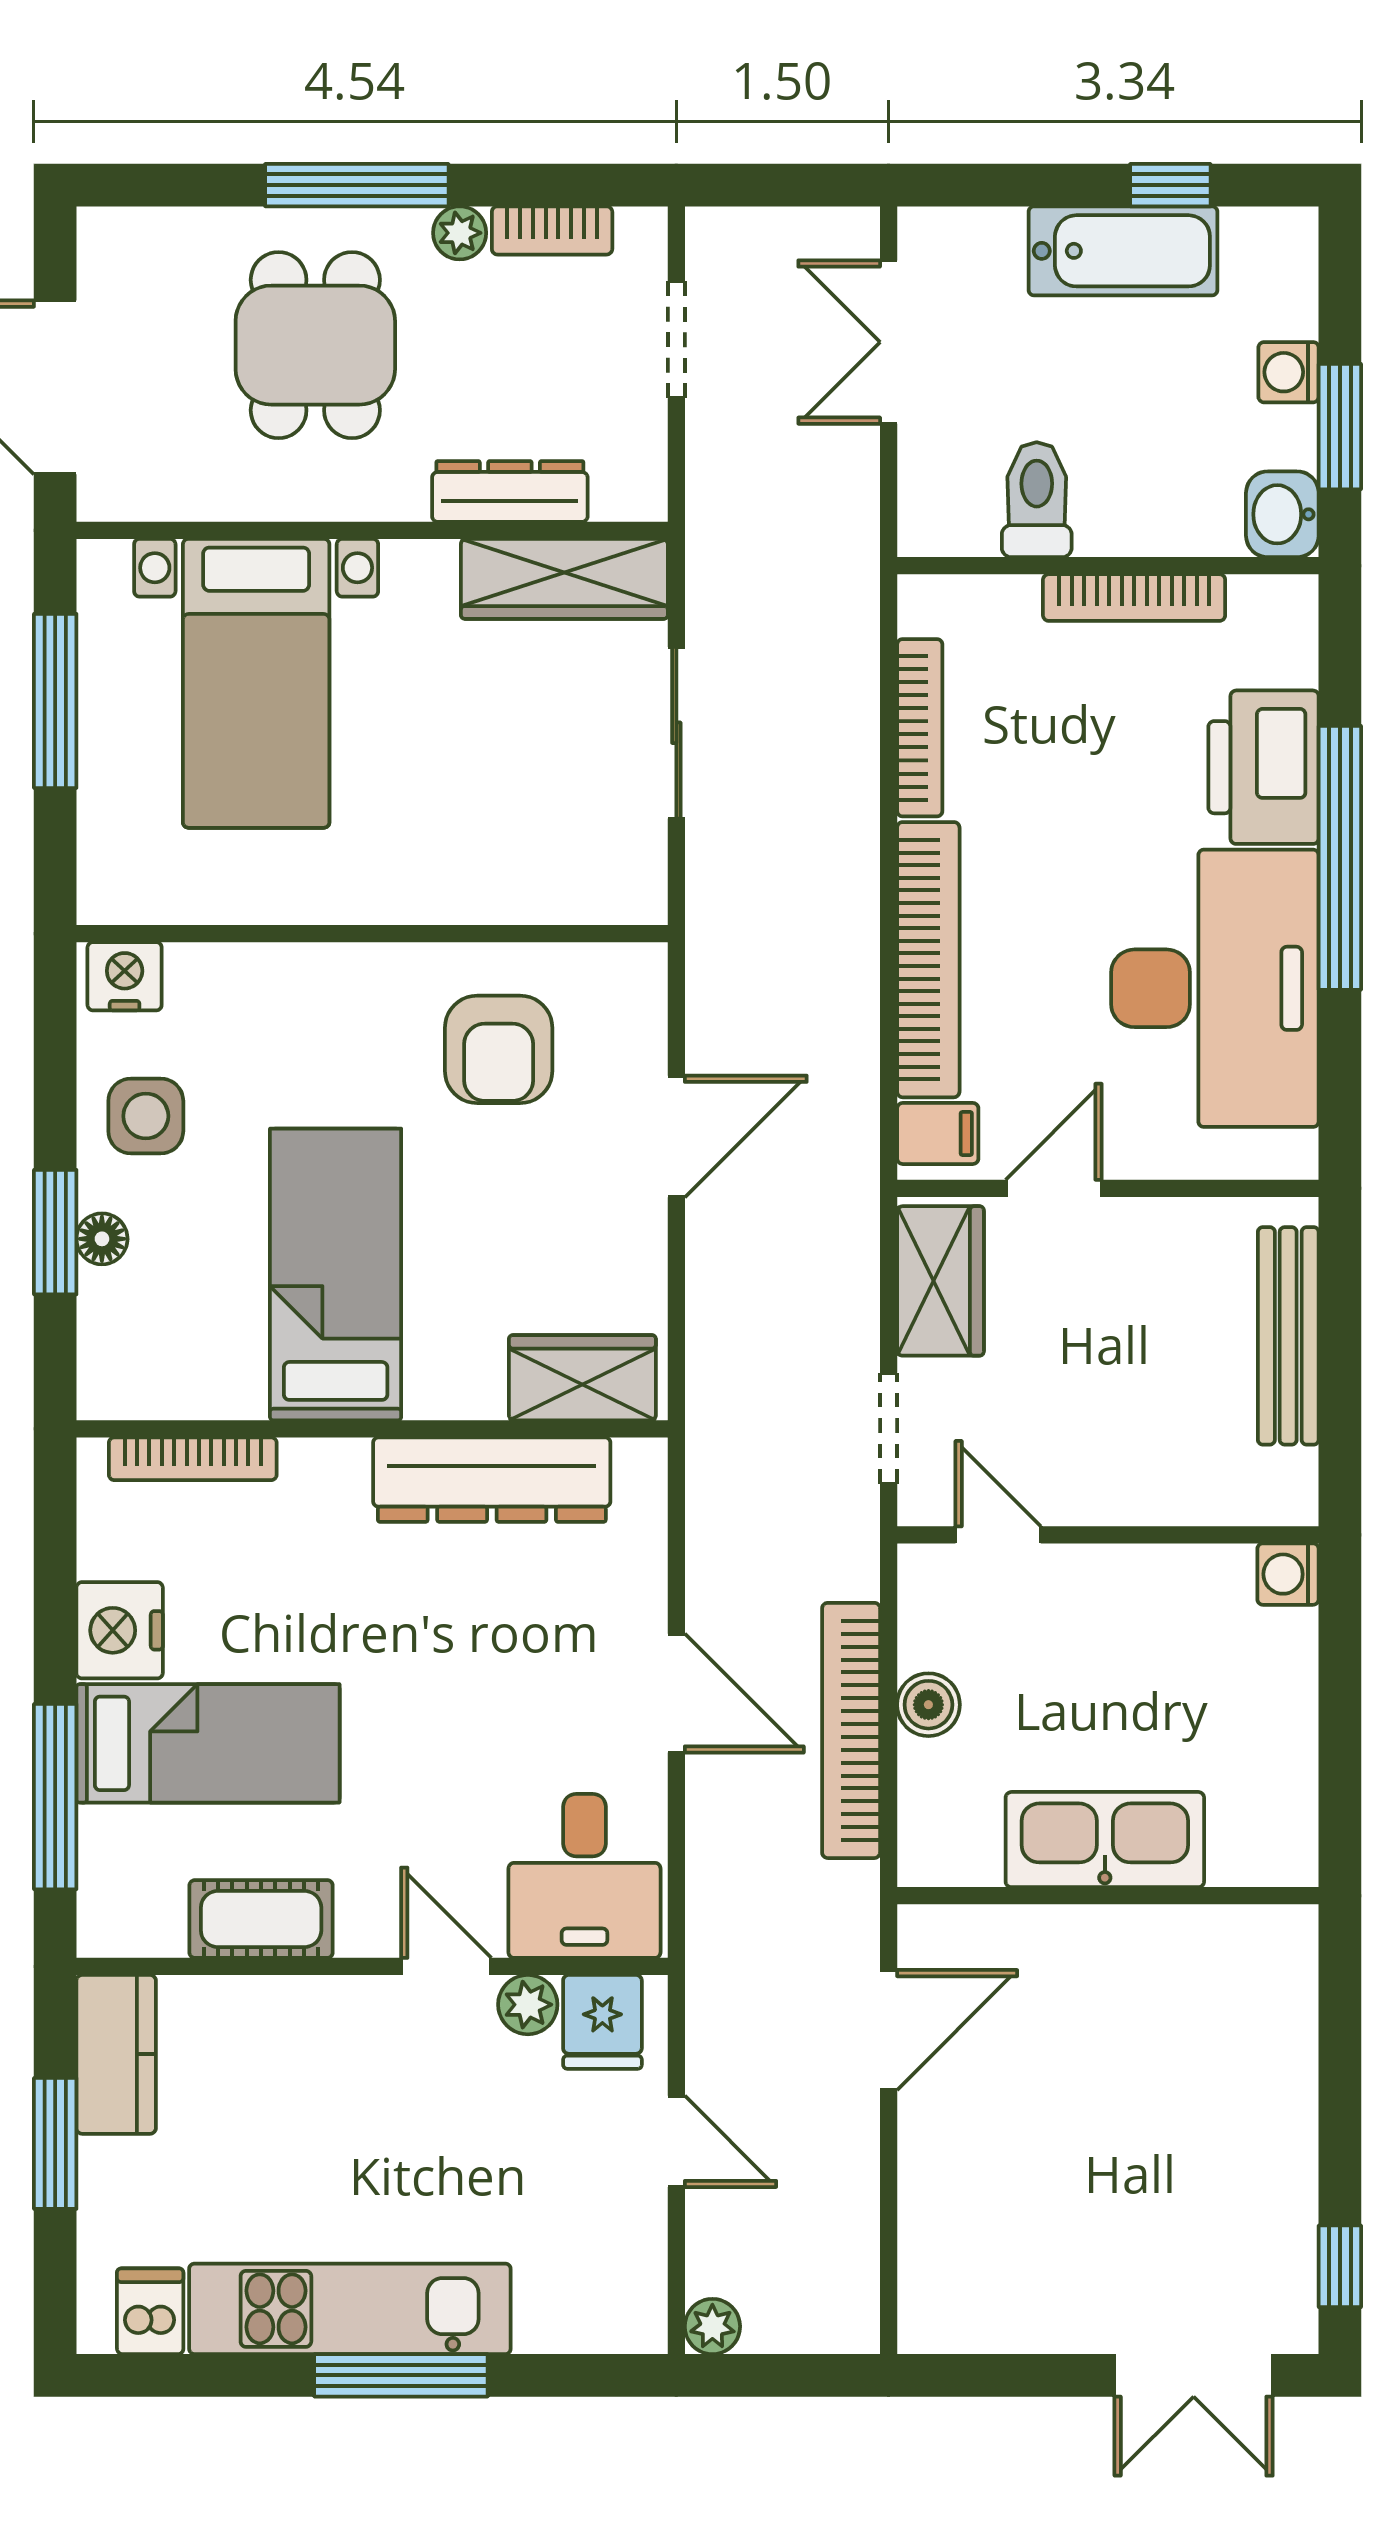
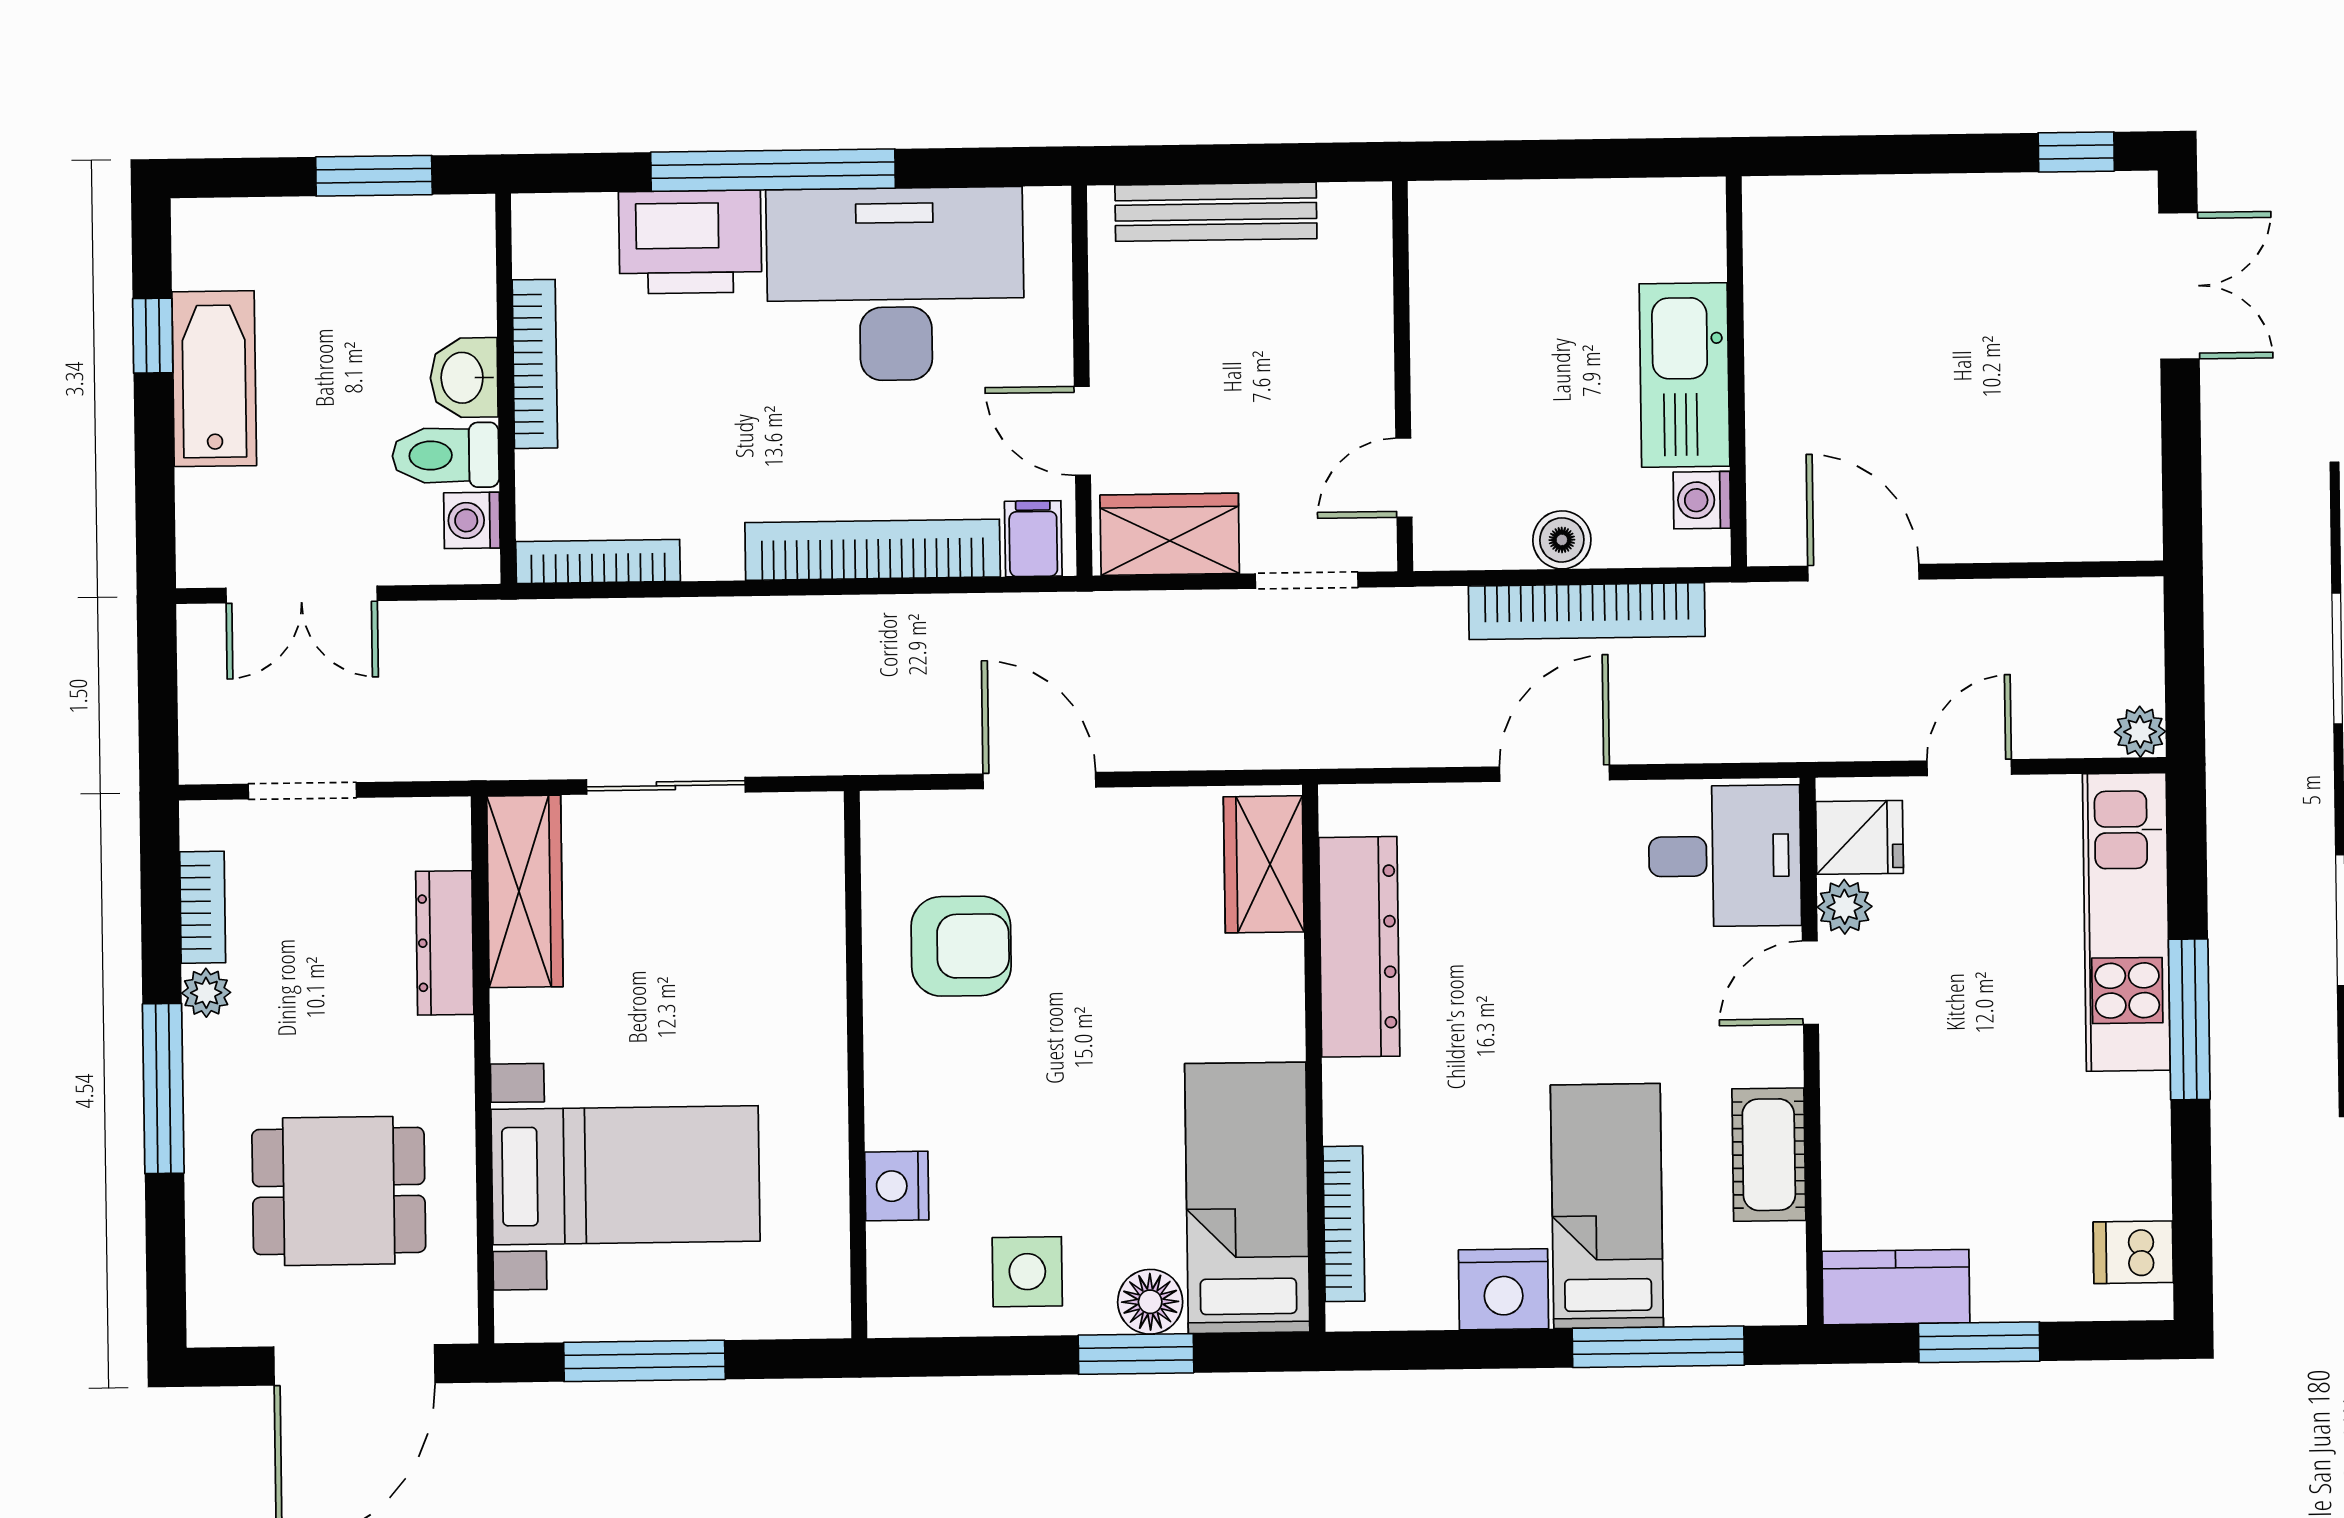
dining table: (315, 345) -> (339, 1191), moved
washing machine: (1289, 372) -> (472, 520), moved, turned 90
washbasin: (1282, 514) -> (464, 378), moved, turned 90
bookcase: (920, 728) -> (598, 561), moved
nightstand: (125, 976) -> (897, 1186), moved
floor lamp: (102, 1239) -> (1150, 1302), width x1.37, depth x1.37
bed: (336, 1274) -> (1247, 1198), moved, turned 90
washing machine: (1288, 1574) -> (1702, 500), moved, turned 90
kitchen unit: (350, 2309) -> (2126, 922), moved

